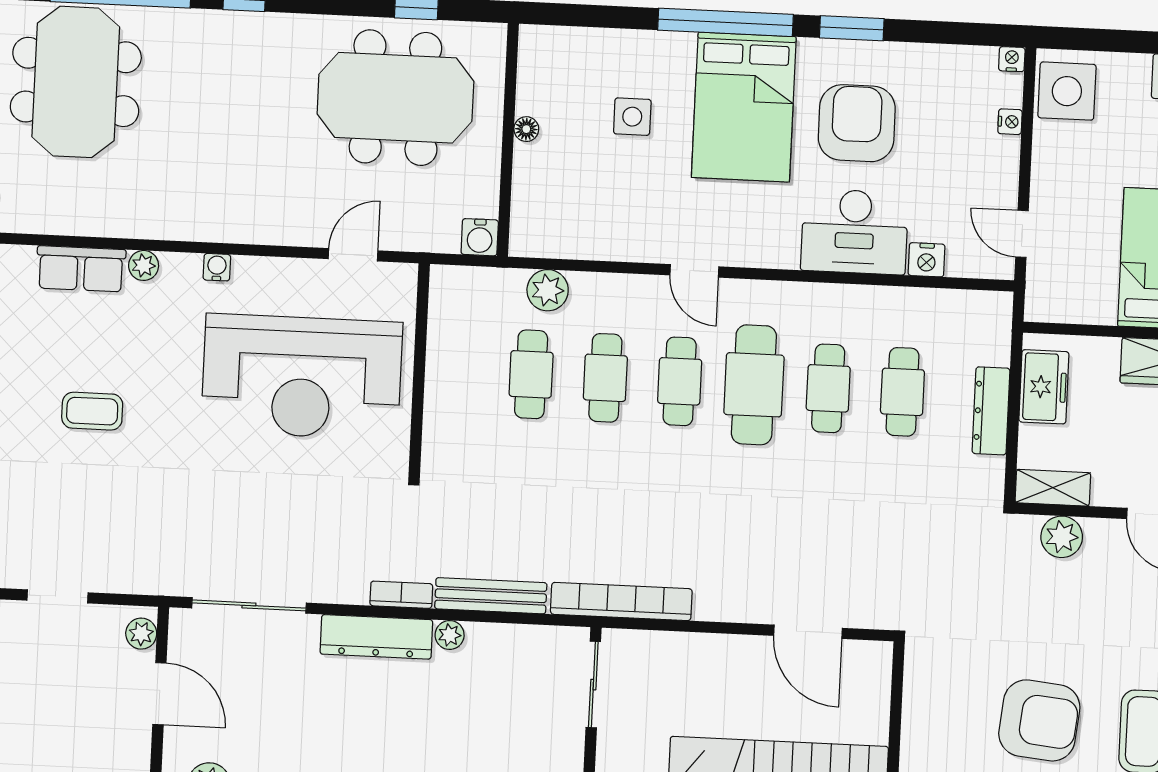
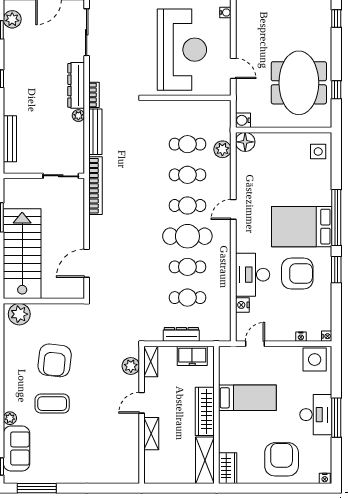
side table: (632, 117) -> (318, 152), moved
floor lamp: (526, 129) -> (245, 142), moved, width x1.89, depth x1.89
reception desk: (302, 377) -> (182, 50), turned 180

